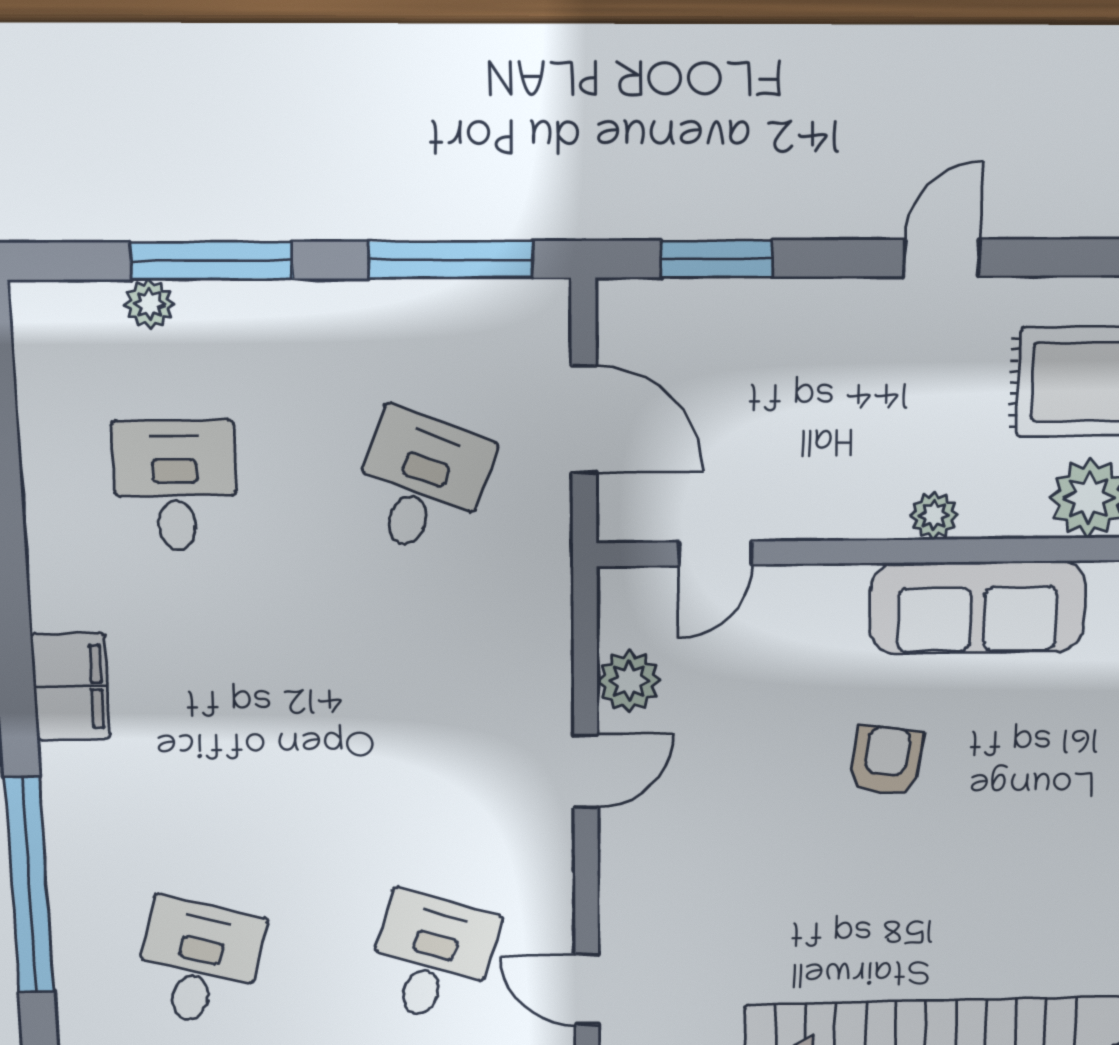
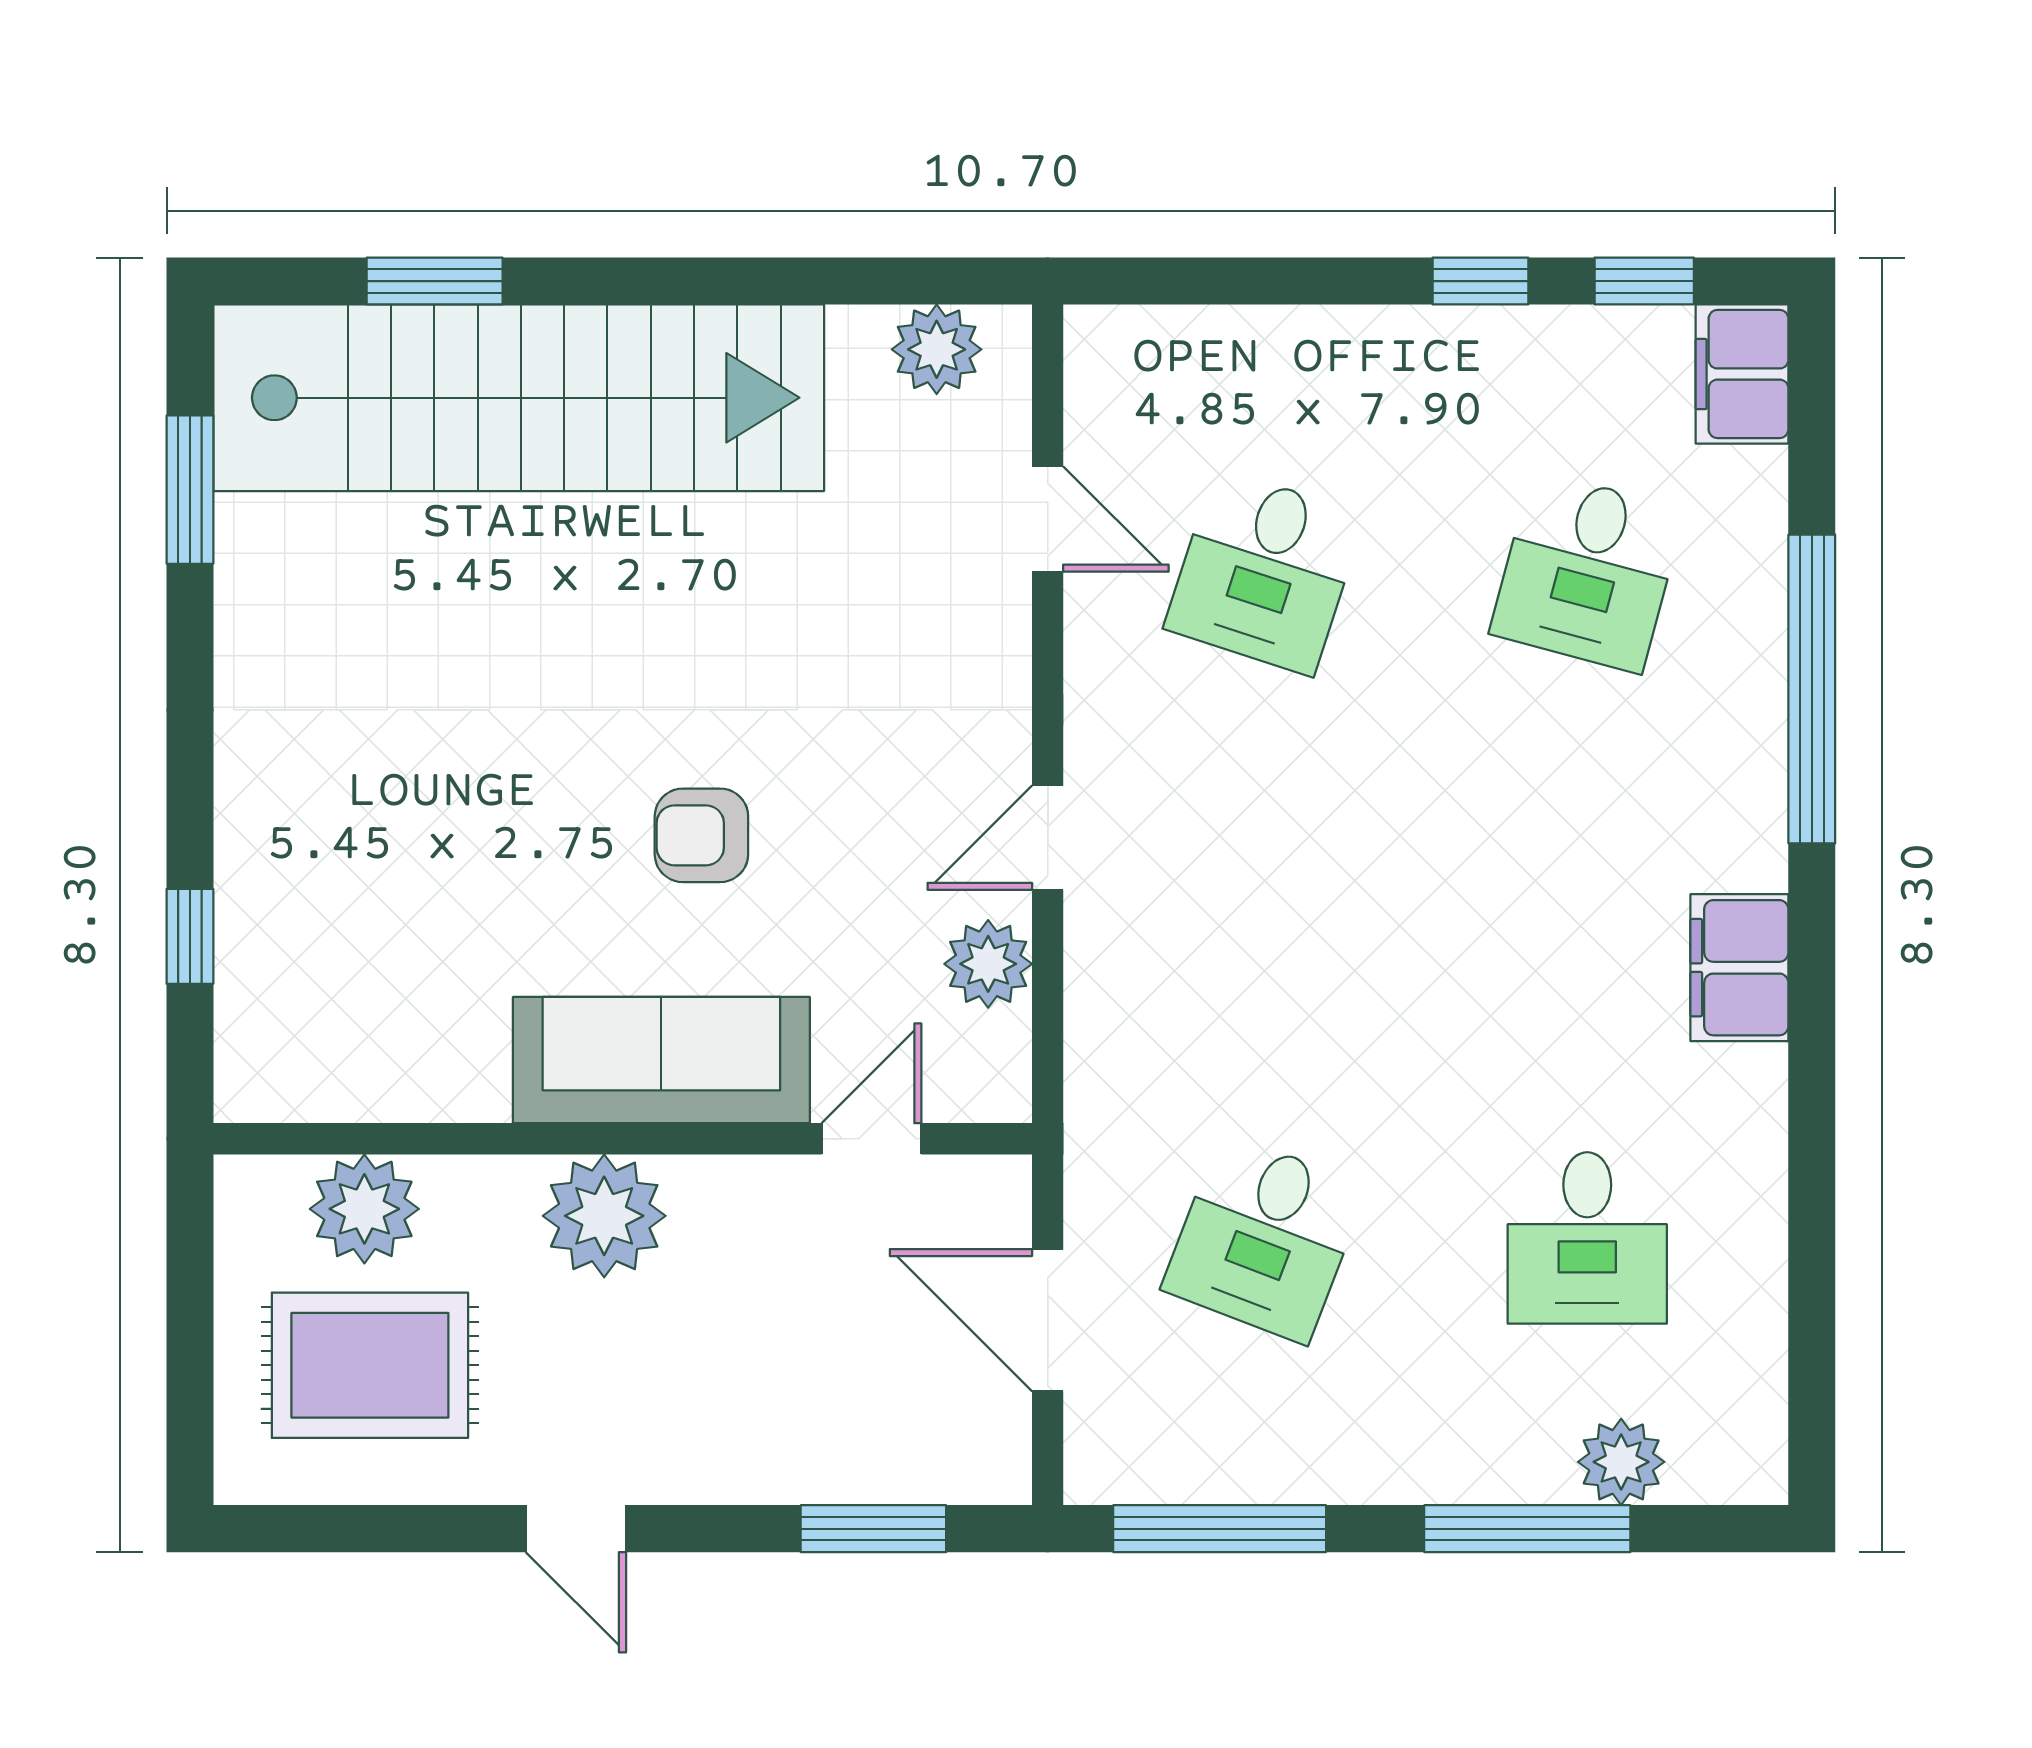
door: (942, 258) -> (576, 1529), hinge flipped
plant: (149, 304) -> (1621, 1462), width x1.38, depth x1.38
plant: (934, 516) -> (604, 1216), width x1.88, depth x1.88
sofa: (978, 607) -> (661, 1060), moved
armchair: (886, 760) -> (701, 835), moved, turned 82

